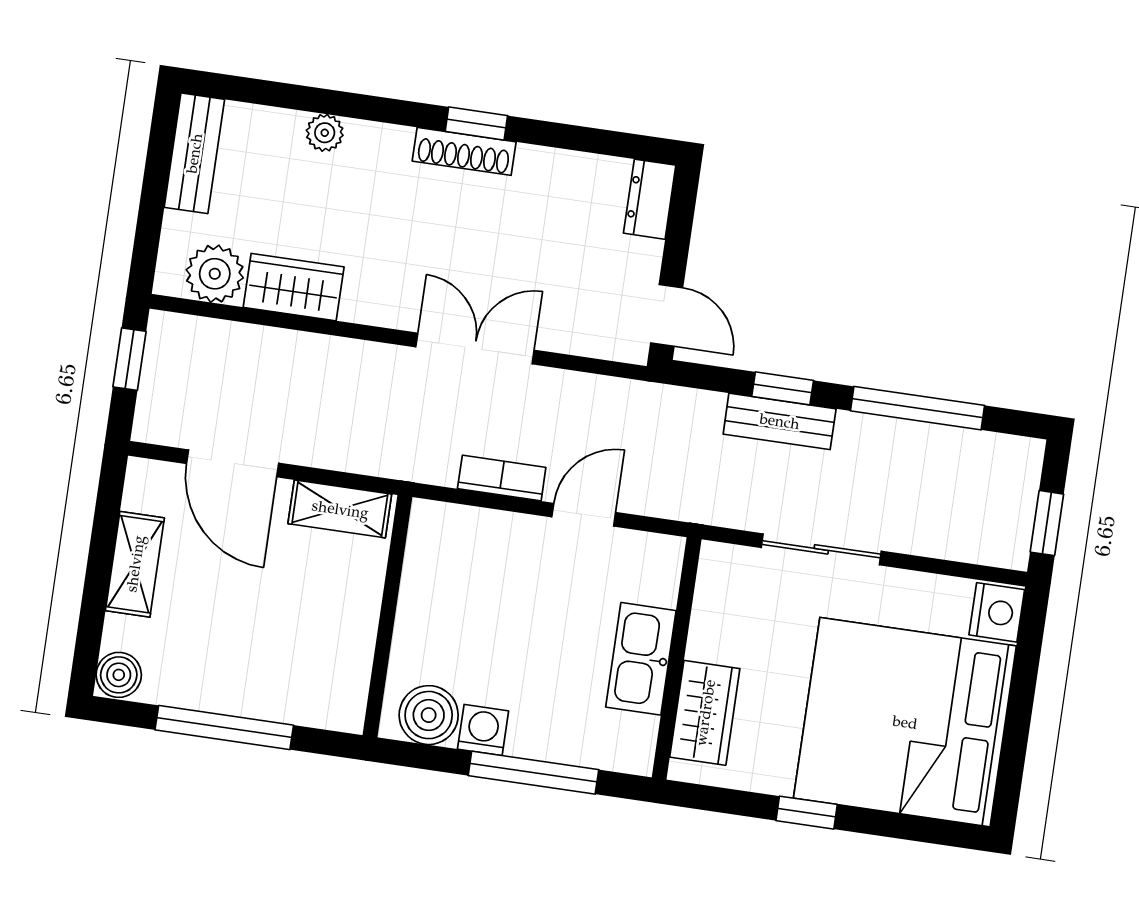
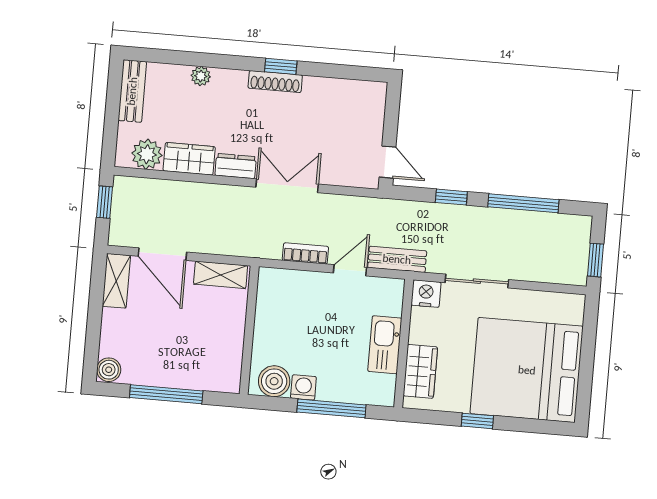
dresser: (650, 199) -> (236, 166), moved, turned 90
bench: (780, 421) -> (397, 259), moved
shelving: (135, 564) -> (116, 281), moved
nightstand: (997, 612) -> (426, 294), moved, turned -90

